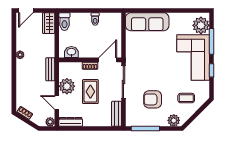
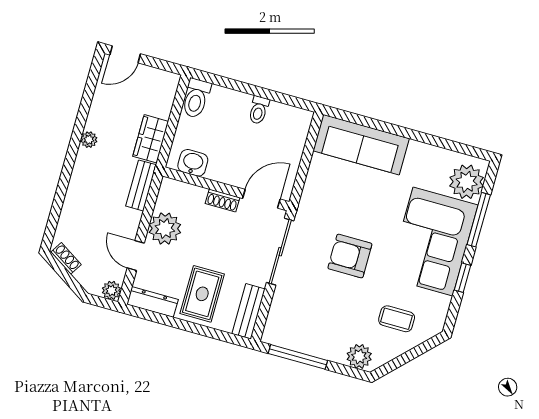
wardrobe: (49, 23) -> (151, 139), moved
rug: (90, 92) -> (202, 294), moved
armchair: (153, 99) -> (350, 256), moved

